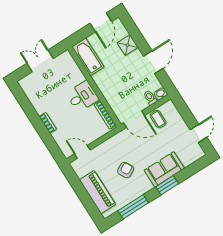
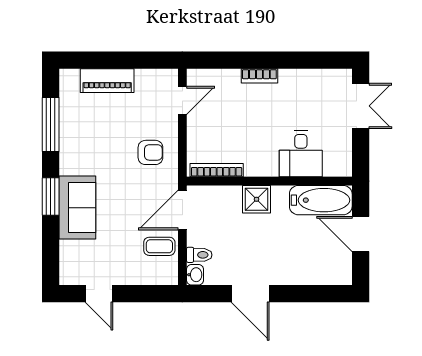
door: (101, 22) -> (361, 234), moved
shower: (128, 45) -> (256, 199), moved
double door: (40, 61) -> (361, 106), moved
desk: (82, 96) -> (301, 154), moved
armchair: (126, 170) -> (150, 152), moved, turned -61
piano: (97, 192) -> (107, 81), width x0.73, depth x0.75

